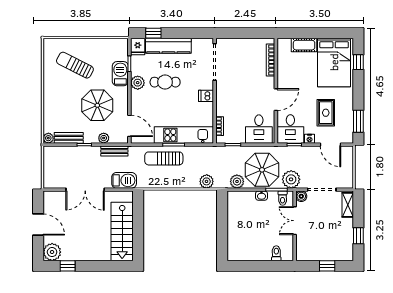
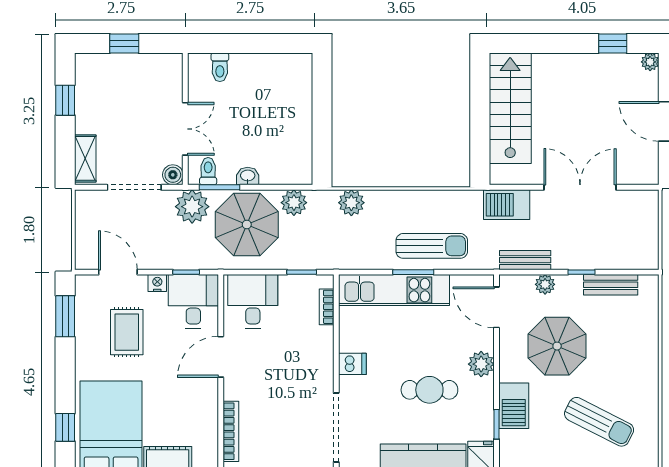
plant: (138, 83) -> (481, 364), moved
plant: (48, 138) -> (649, 284), removed
plant: (52, 252) -> (650, 62), width x0.53, depth x0.53

